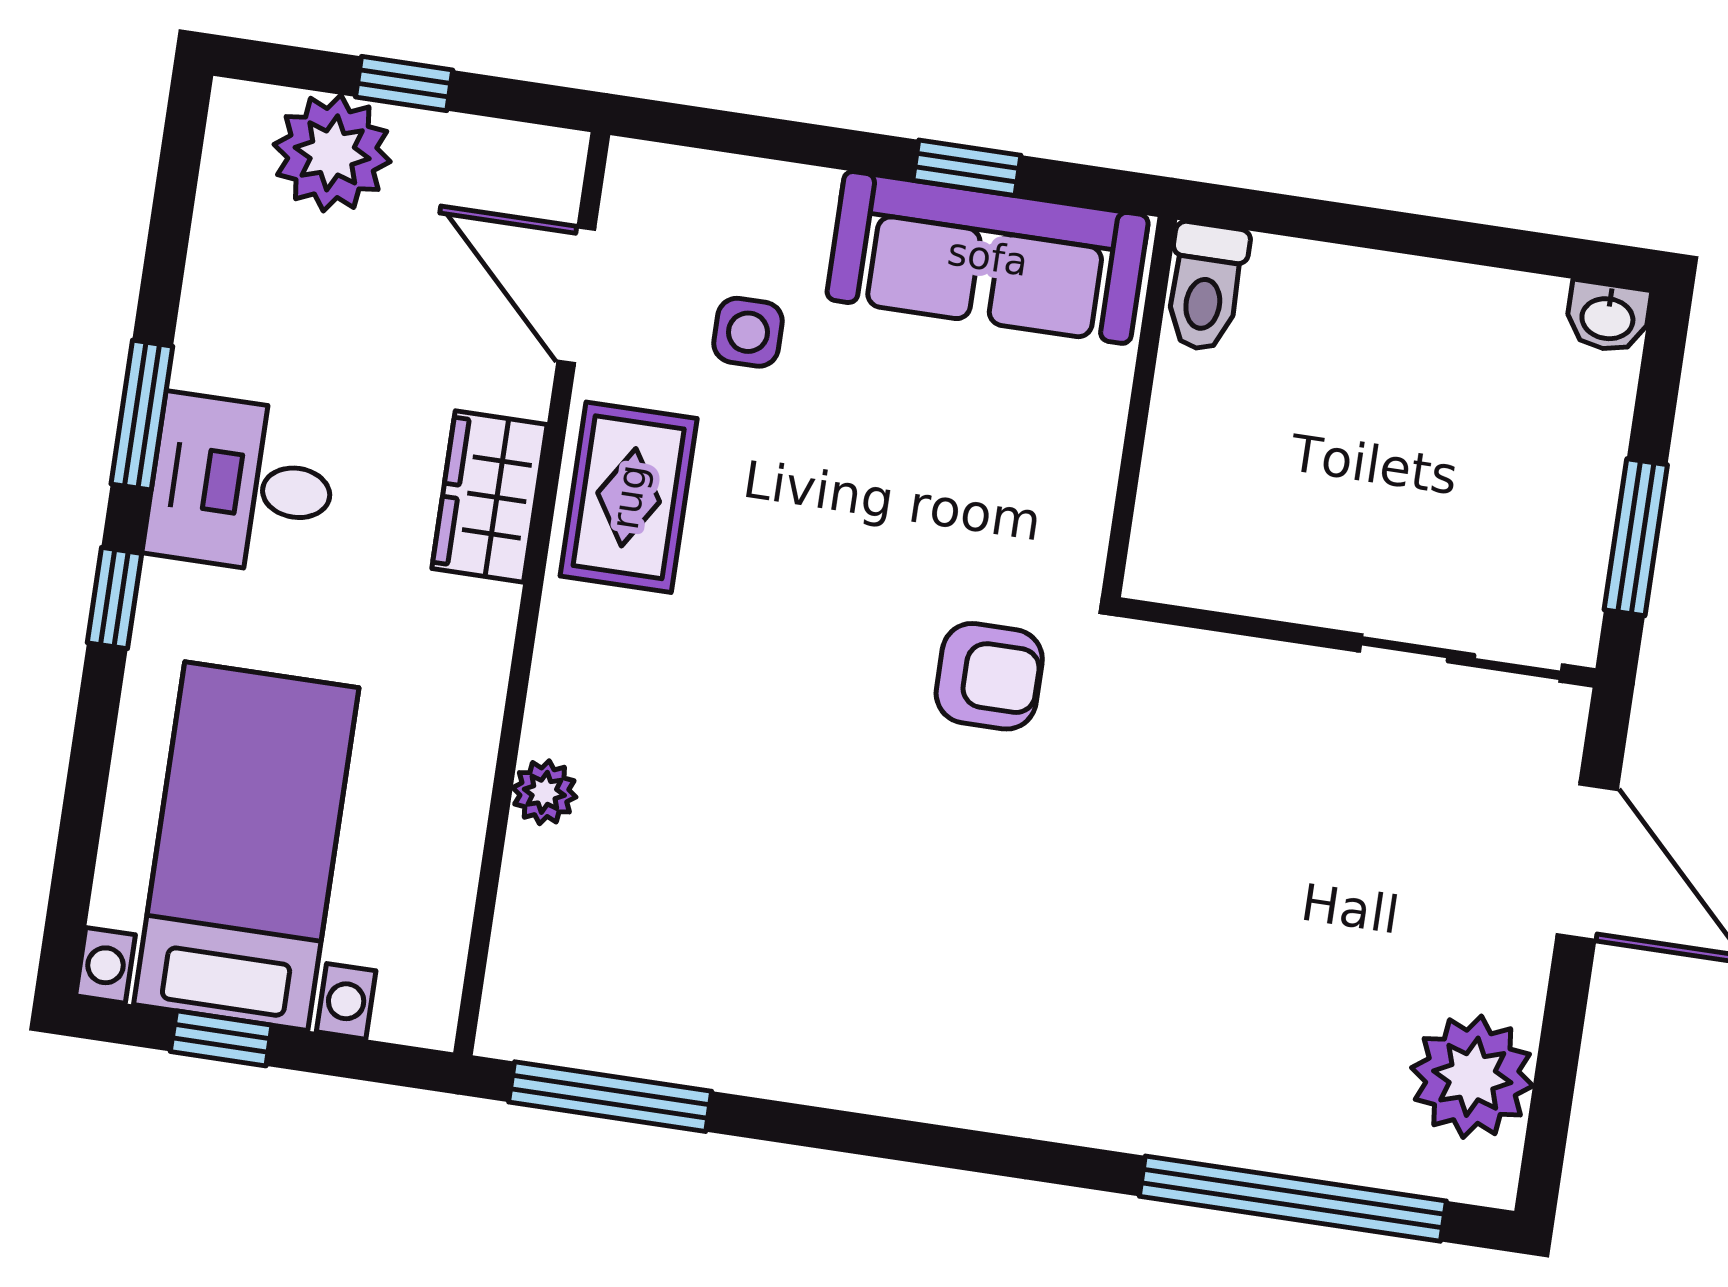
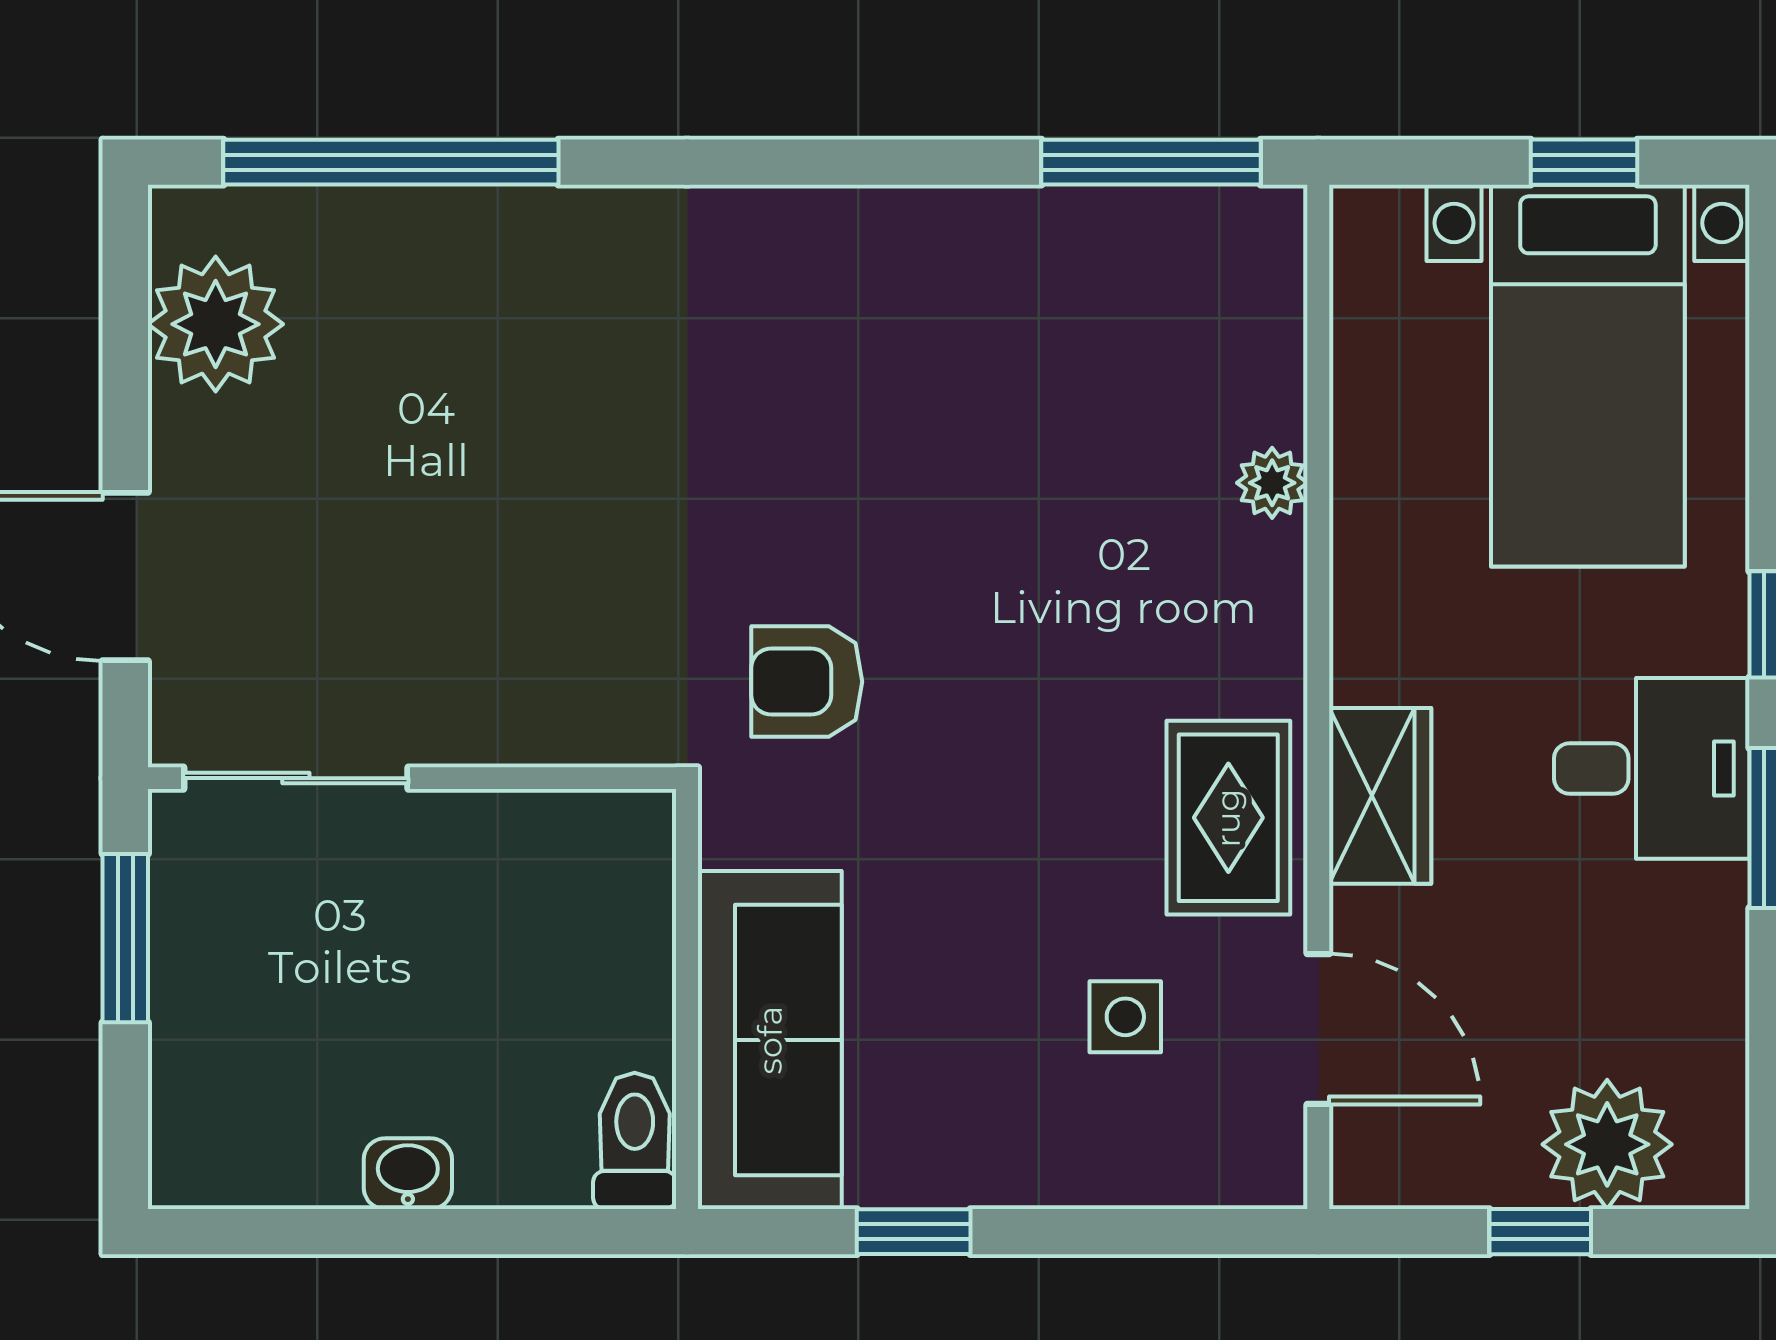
sofa: (988, 257) -> (770, 1040), moved, turned 90
washbasin: (1608, 317) -> (408, 1174), moved

